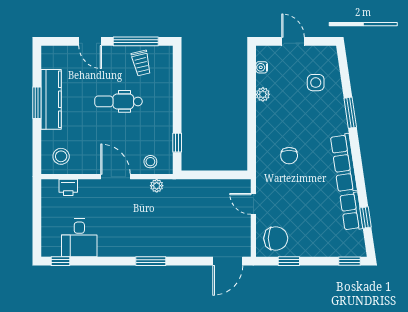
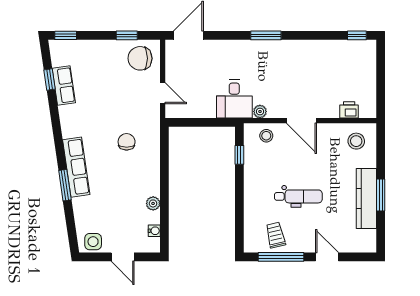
side table: (316, 83) -> (93, 242), moved
row of seats: (344, 163) -> (76, 167), moved
desk: (79, 238) -> (234, 99), moved, turned 180

